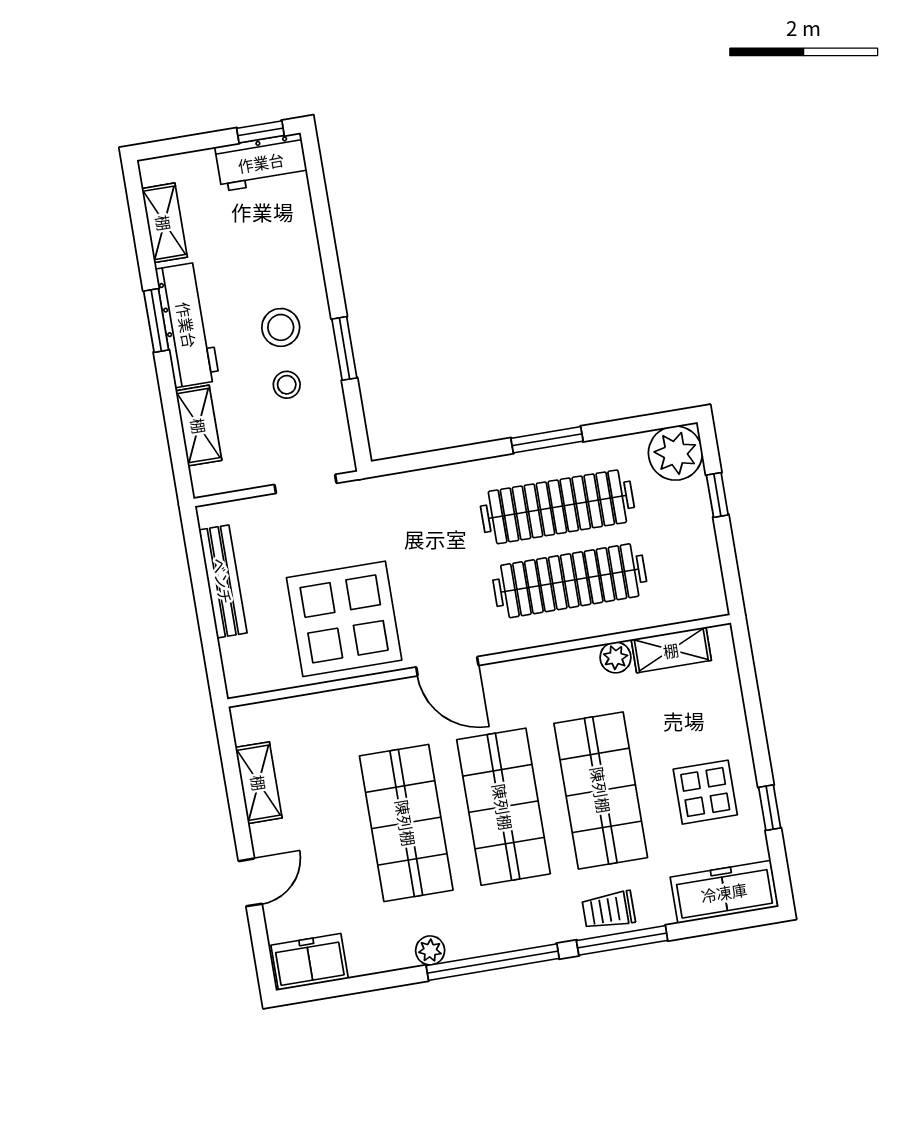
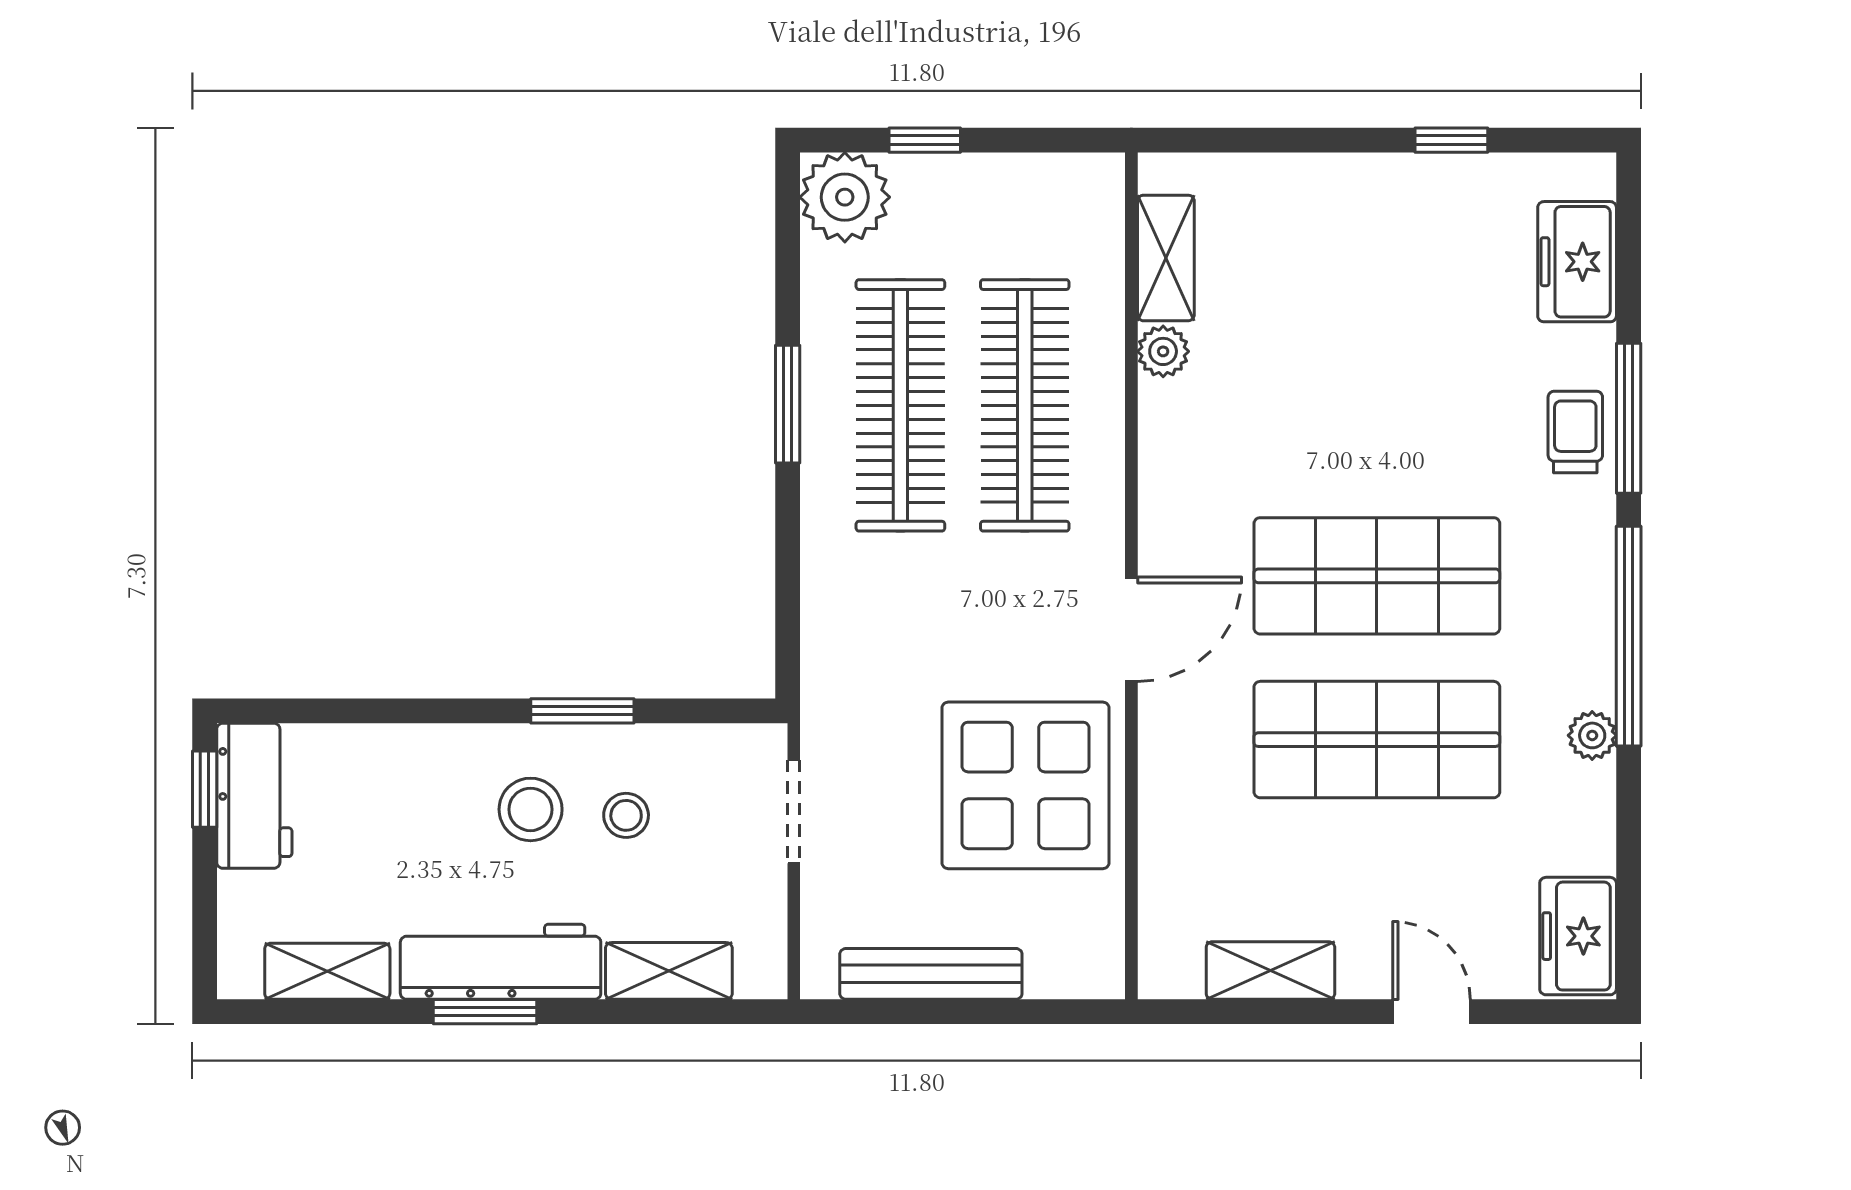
shop shelf: (601, 790) -> (1377, 412), removed
display table: (705, 792) -> (1408, 241), removed
freezer: (724, 892) -> (1577, 262), width x0.71
trolley: (609, 910) -> (1575, 432), turned 180

